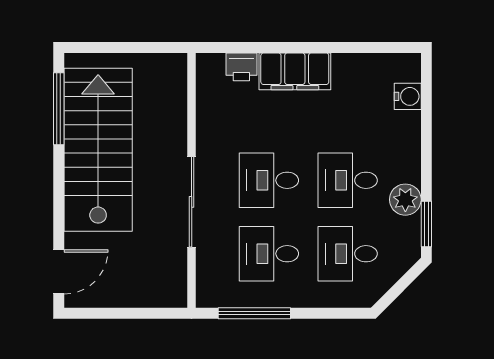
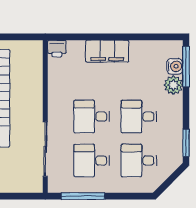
printer: (241, 67) -> (57, 49), moved
window: (426, 97) -> (186, 67), added
plant: (405, 200) -> (173, 85), moved
sliding door: (192, 202) -> (45, 149), moved

